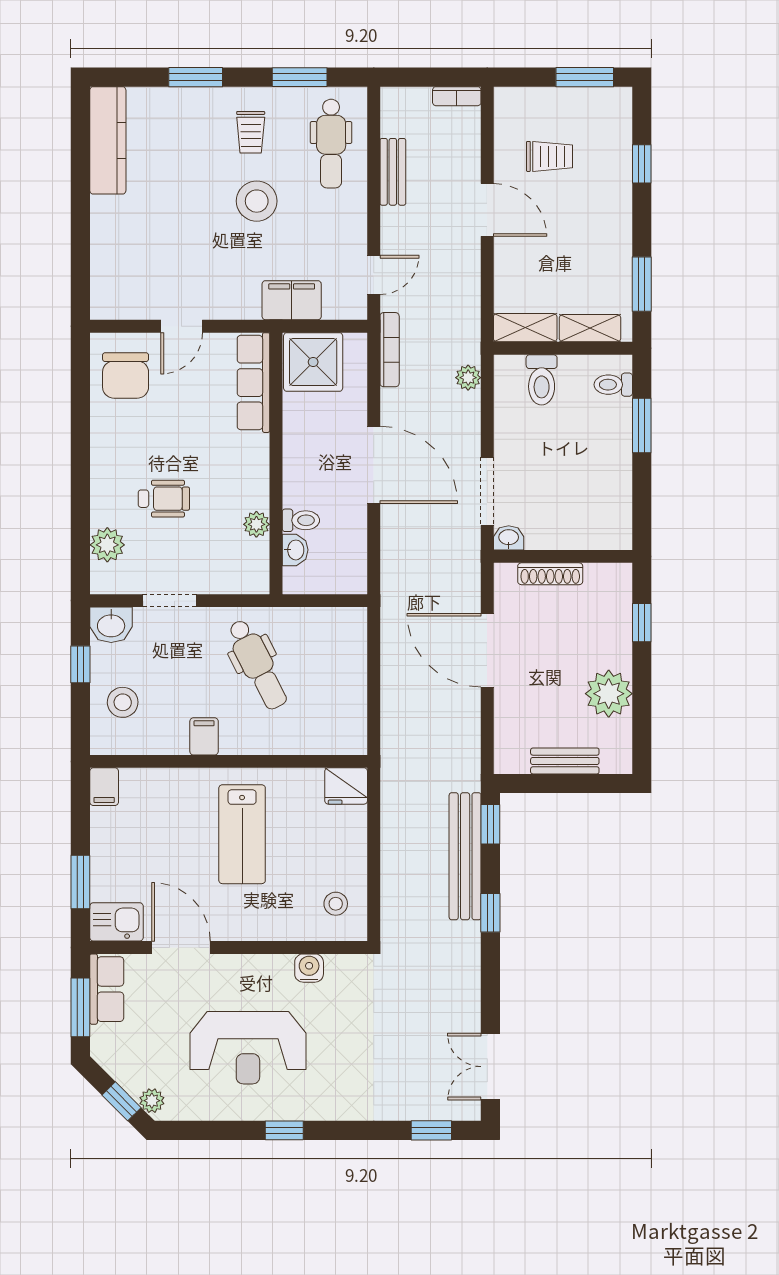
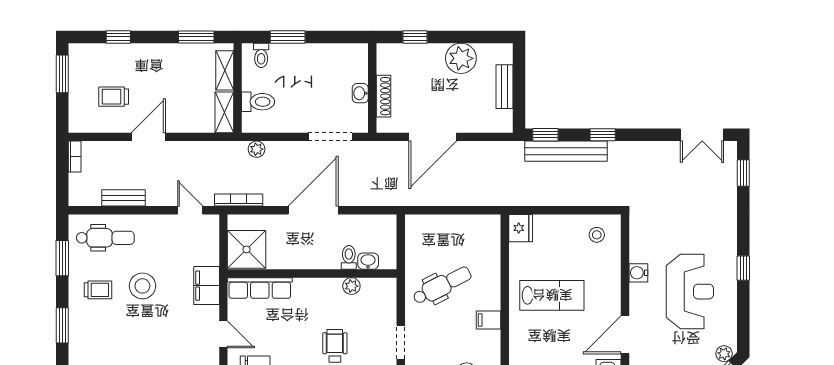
trolley: (549, 156) -> (114, 97), turned -90
filing cabinet: (292, 300) -> (207, 286), moved
washbasin: (509, 538) -> (360, 93), moved
water cooler: (309, 968) -> (638, 273), moved

